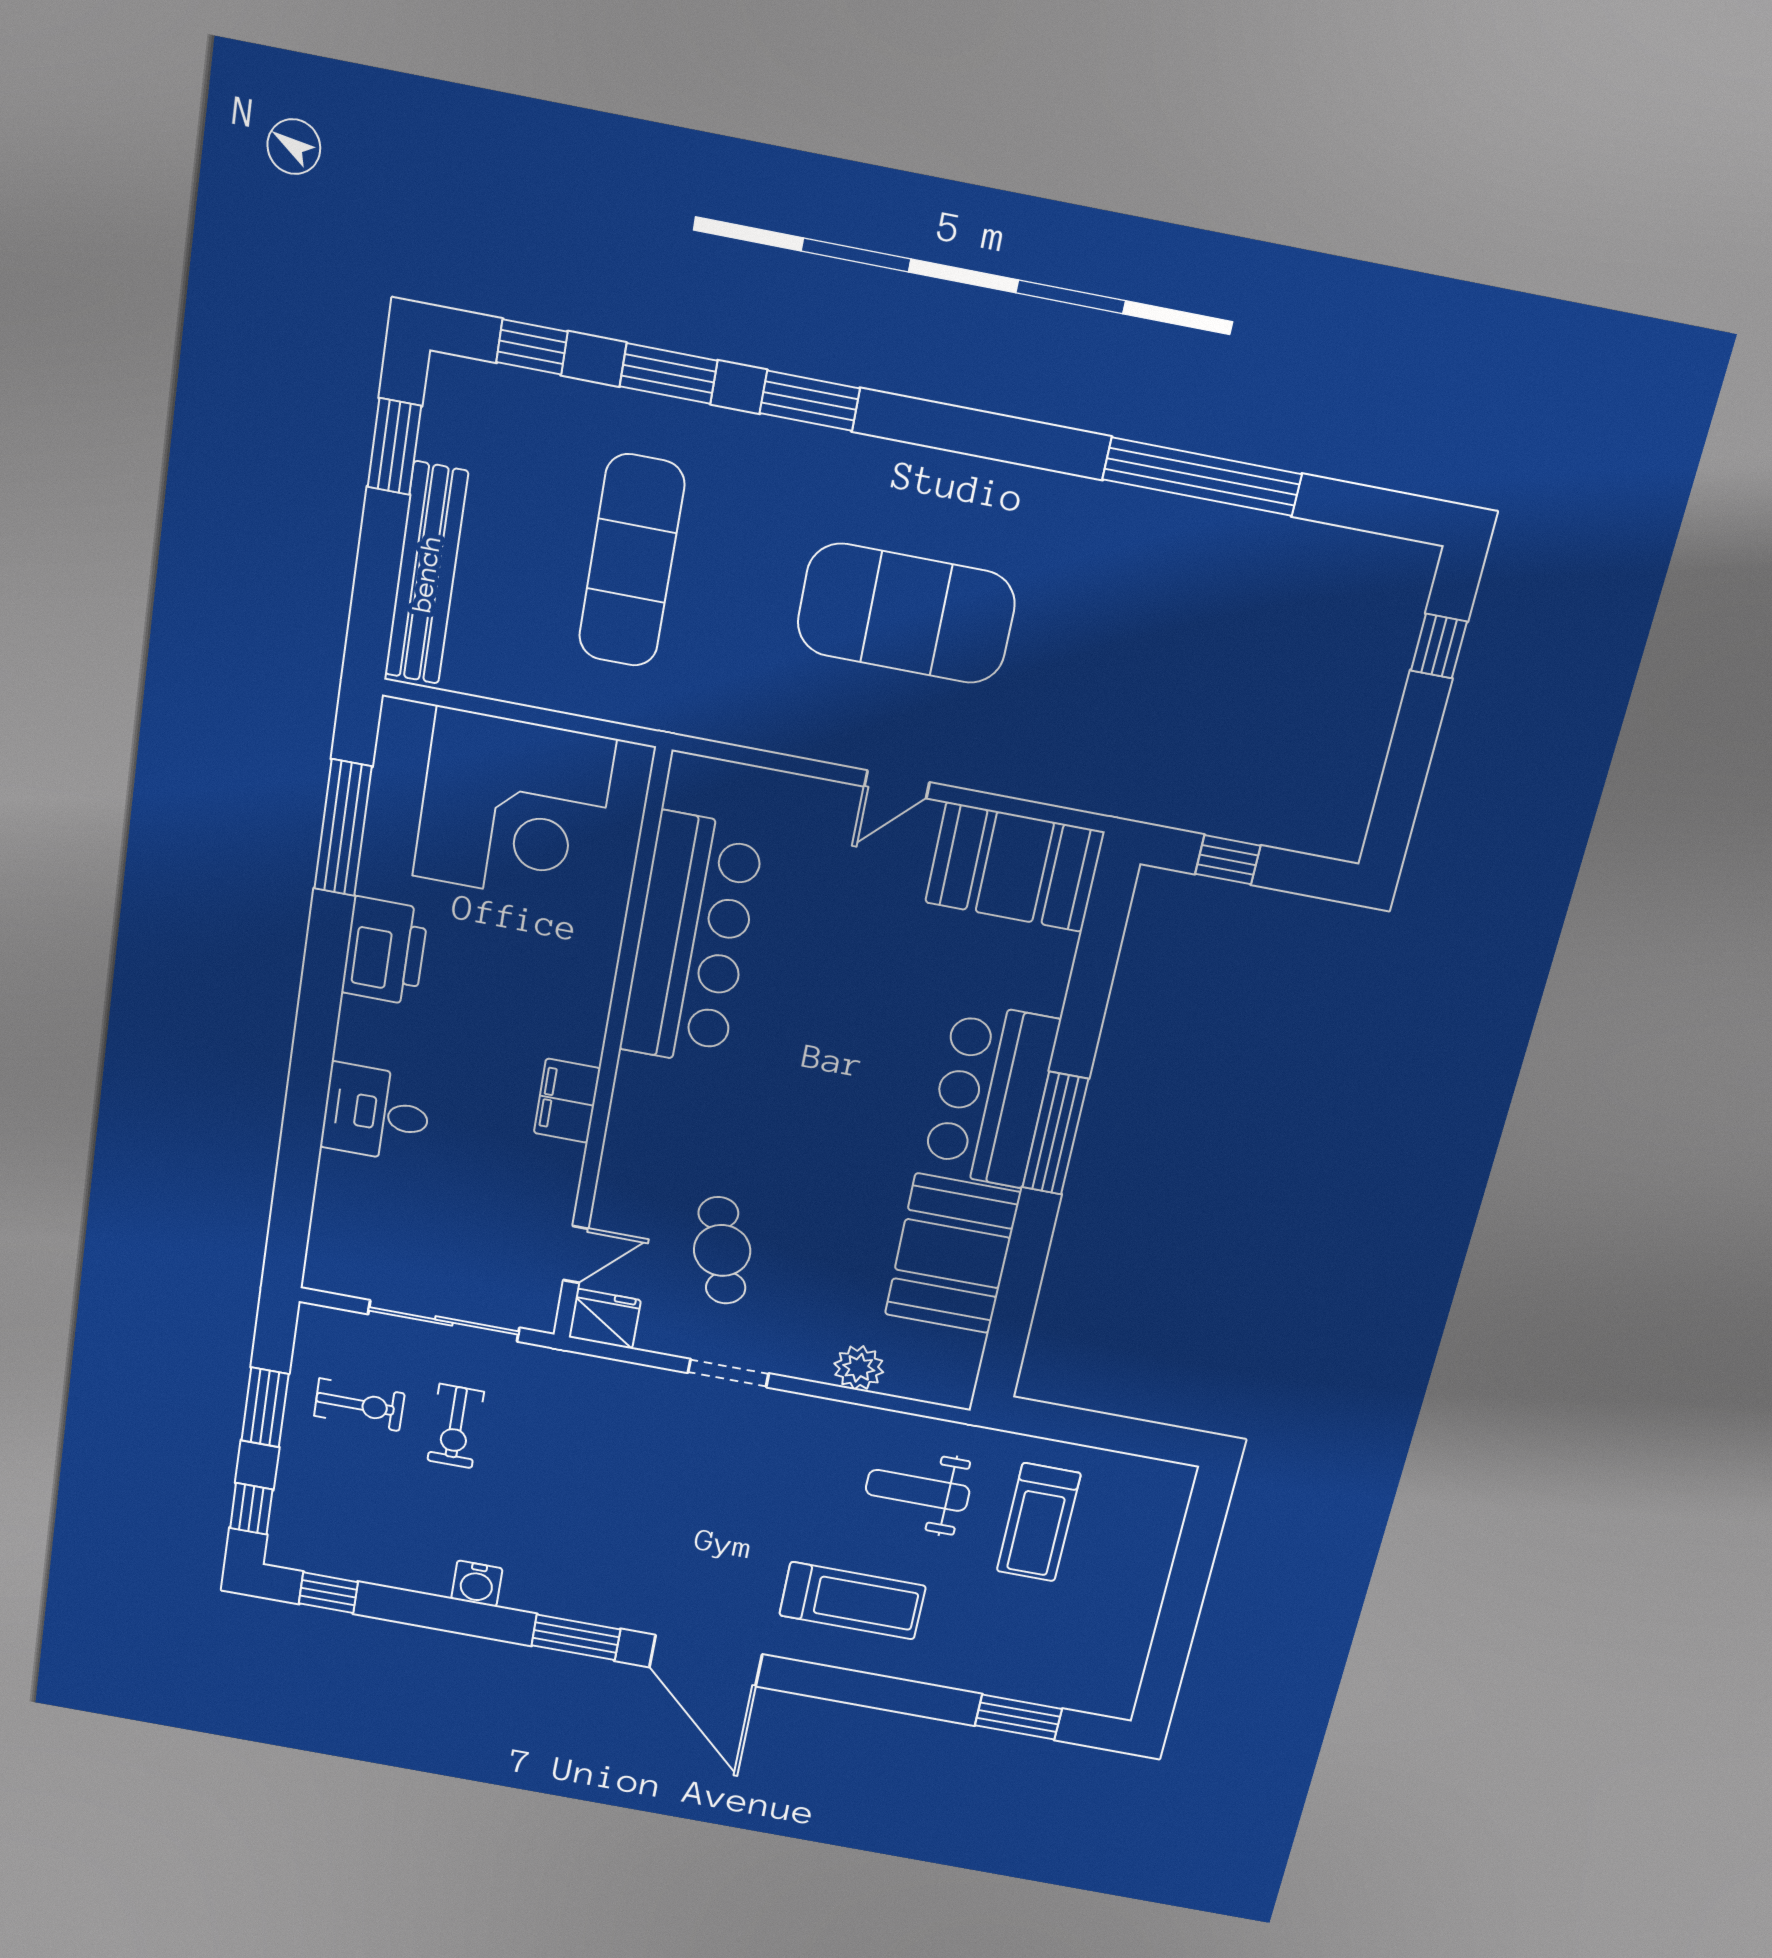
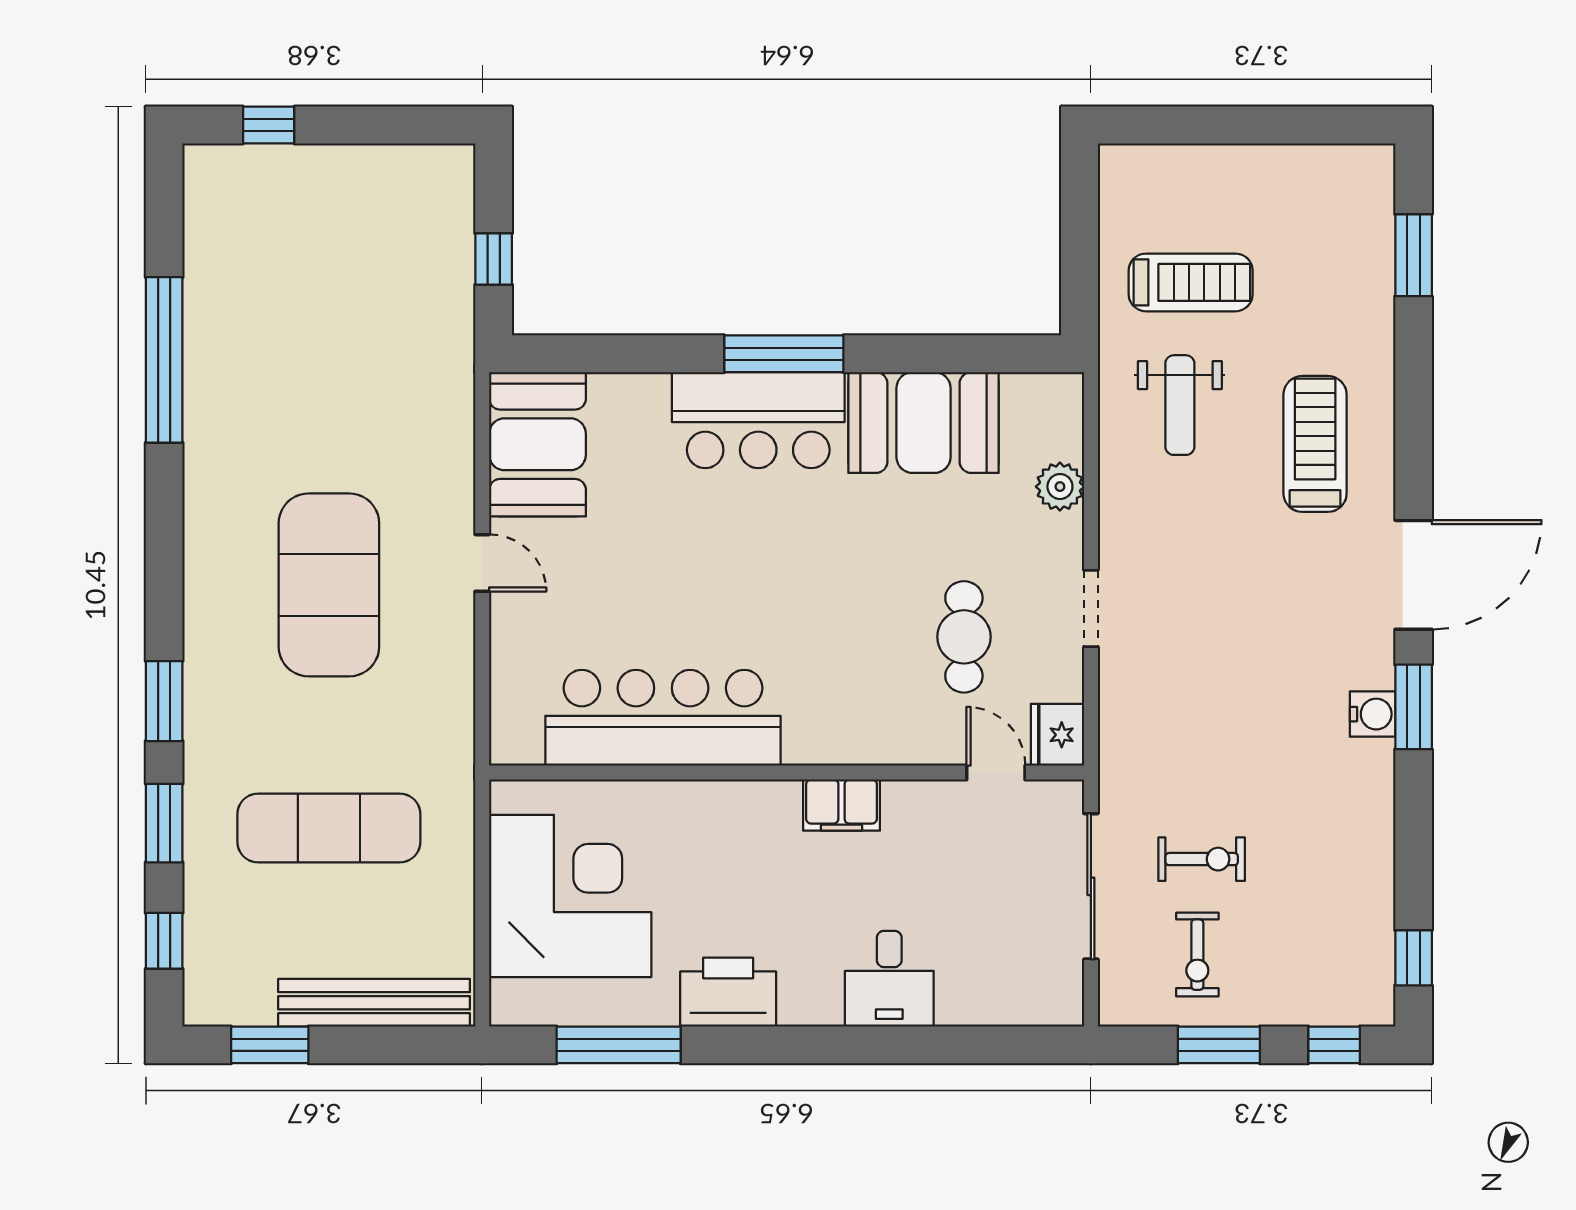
cafe table: (722, 1250) -> (964, 637), turned -75
exercise bike: (359, 1405) -> (1197, 955), turned 180
water cooler: (477, 1584) -> (1373, 714), moved

